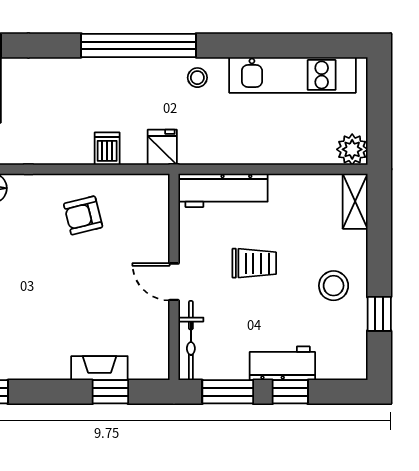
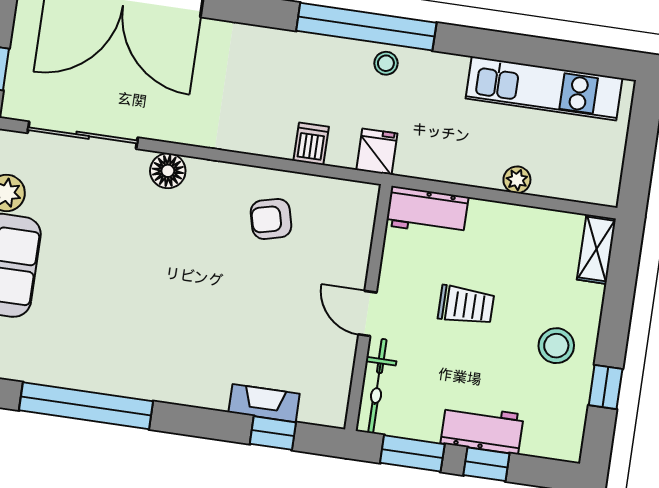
stool: (197, 78) -> (386, 63), moved
plant: (352, 149) -> (517, 180), moved, width x0.73, depth x0.73
workbench: (223, 190) -> (427, 211), width x0.73

